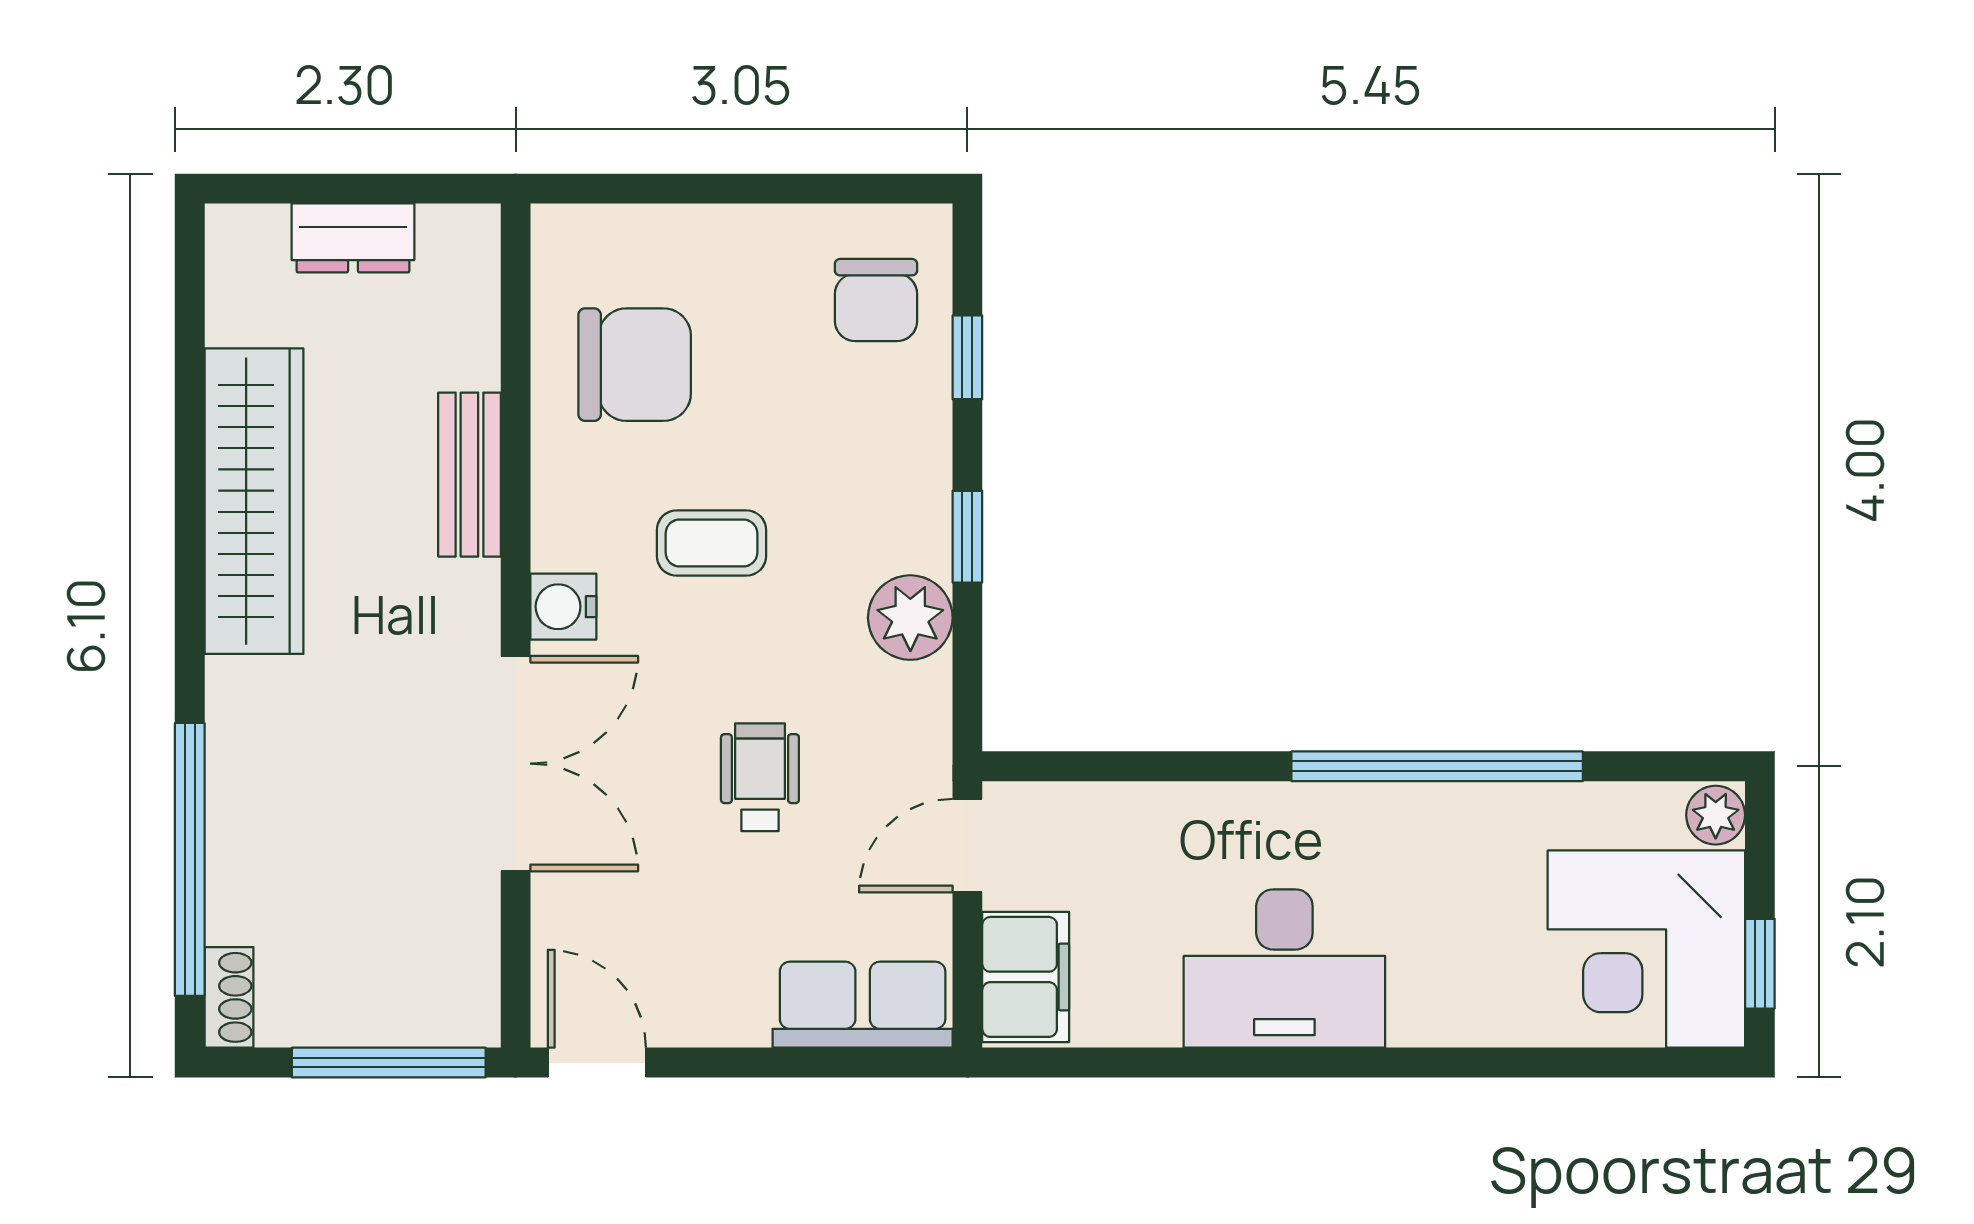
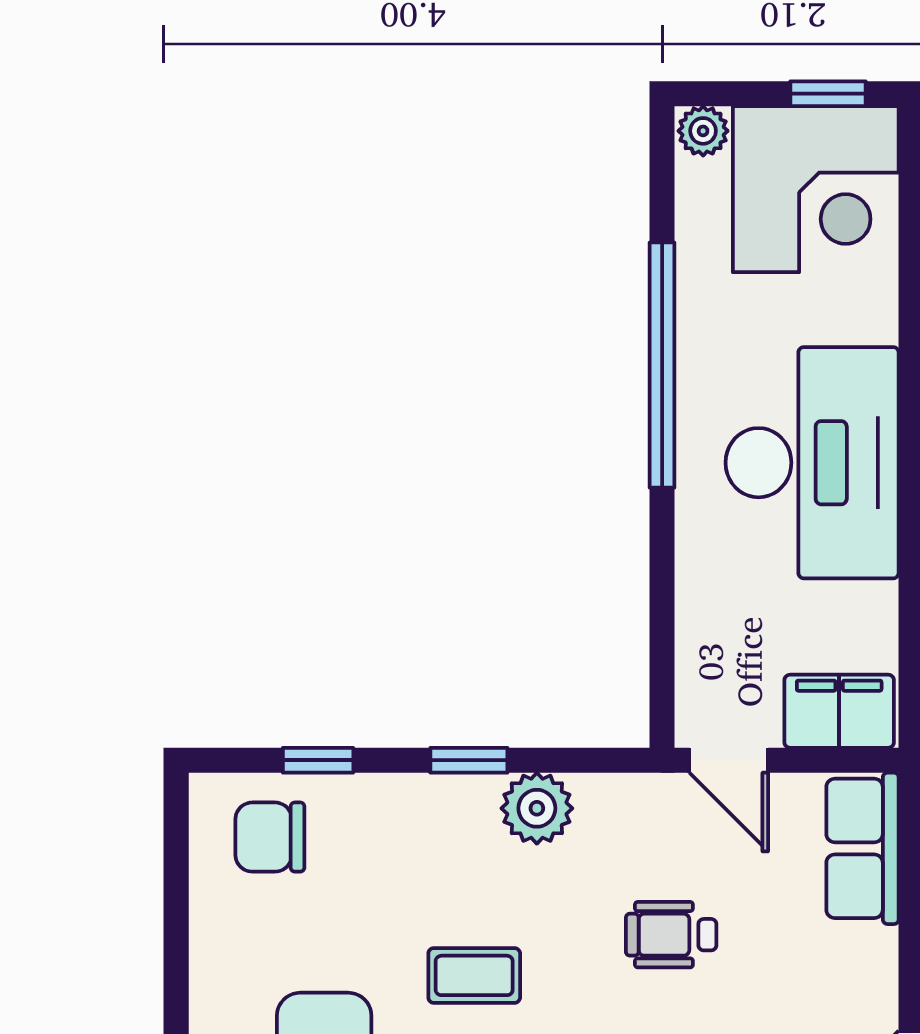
chair: (876, 300) -> (270, 837), turned 180
coffee table: (711, 543) -> (474, 975), turned 90
desk: (1284, 969) -> (812, 463), width x1.36, depth x1.30

